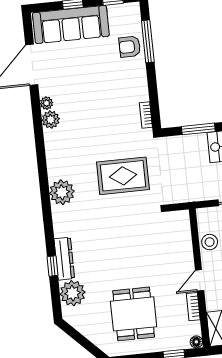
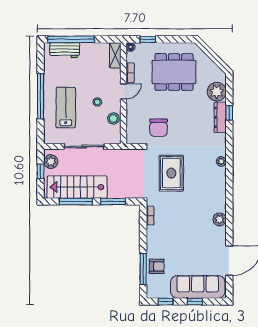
plant: (46, 103) -> (221, 232), removed
rug: (123, 176) -> (171, 173), turned 90
plant: (62, 192) -> (221, 161), width x0.53, depth x0.53
chair: (147, 236) -> (159, 128), added
dining table: (134, 314) -> (174, 72), width x1.38

